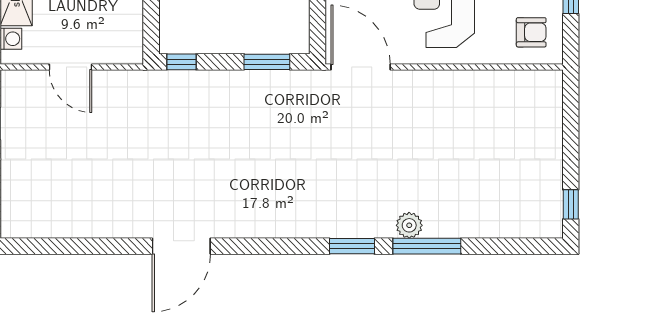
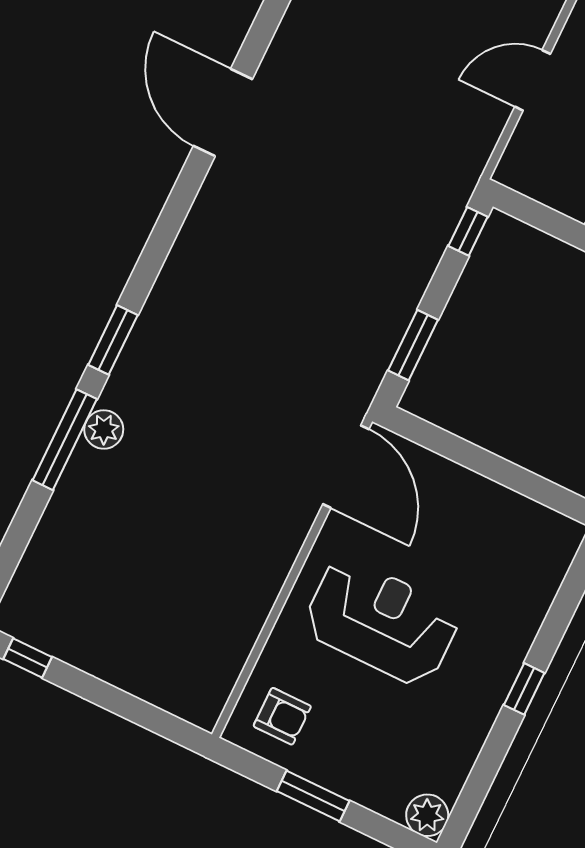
armchair: (531, 32) -> (282, 716), turned -90
door: (361, 67) -> (346, 467), hinge flipped

